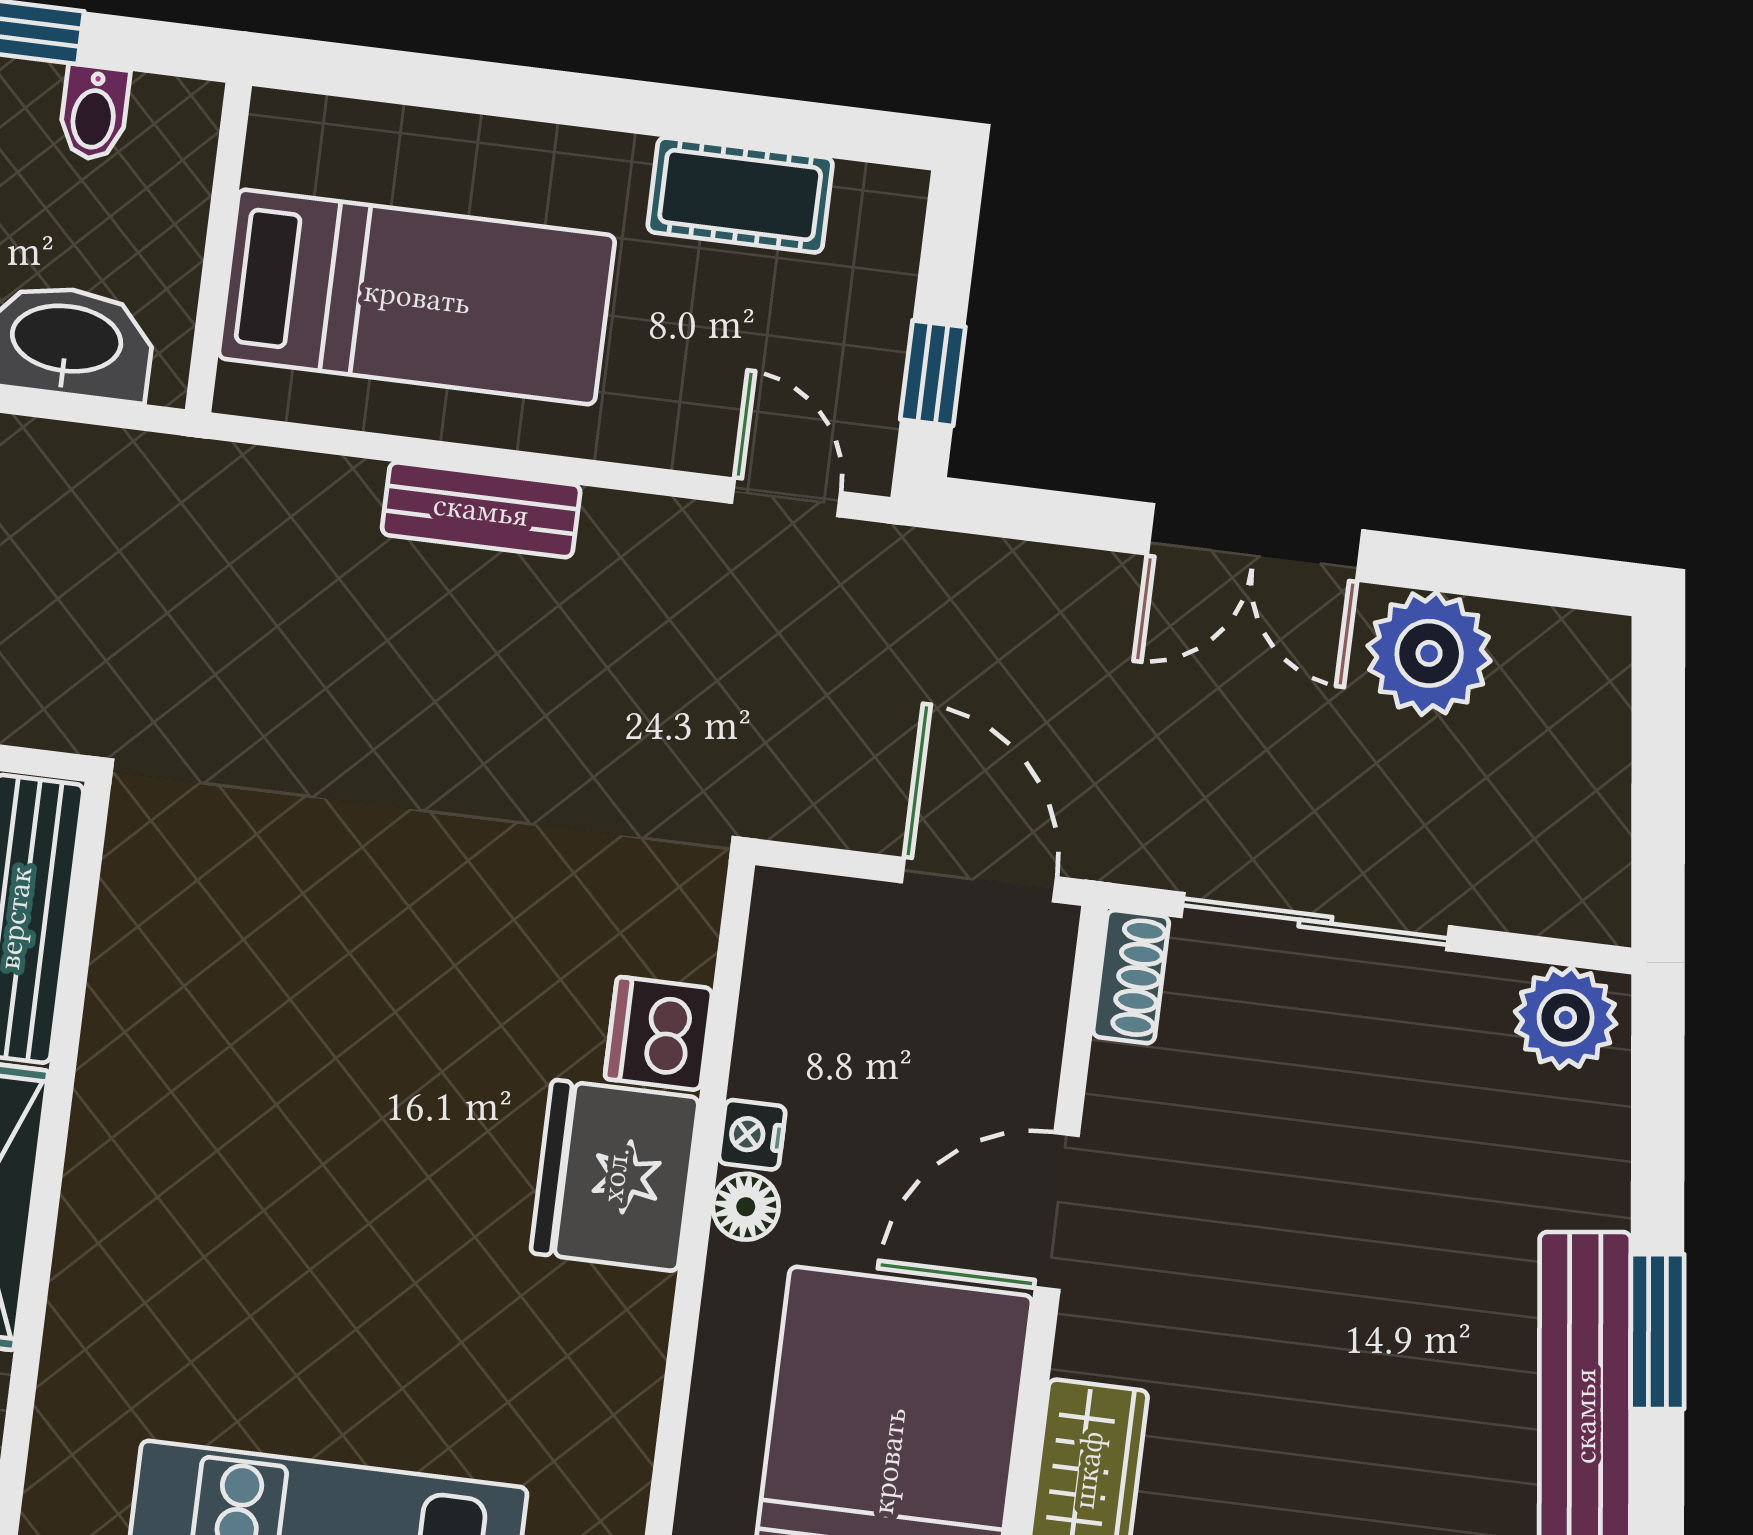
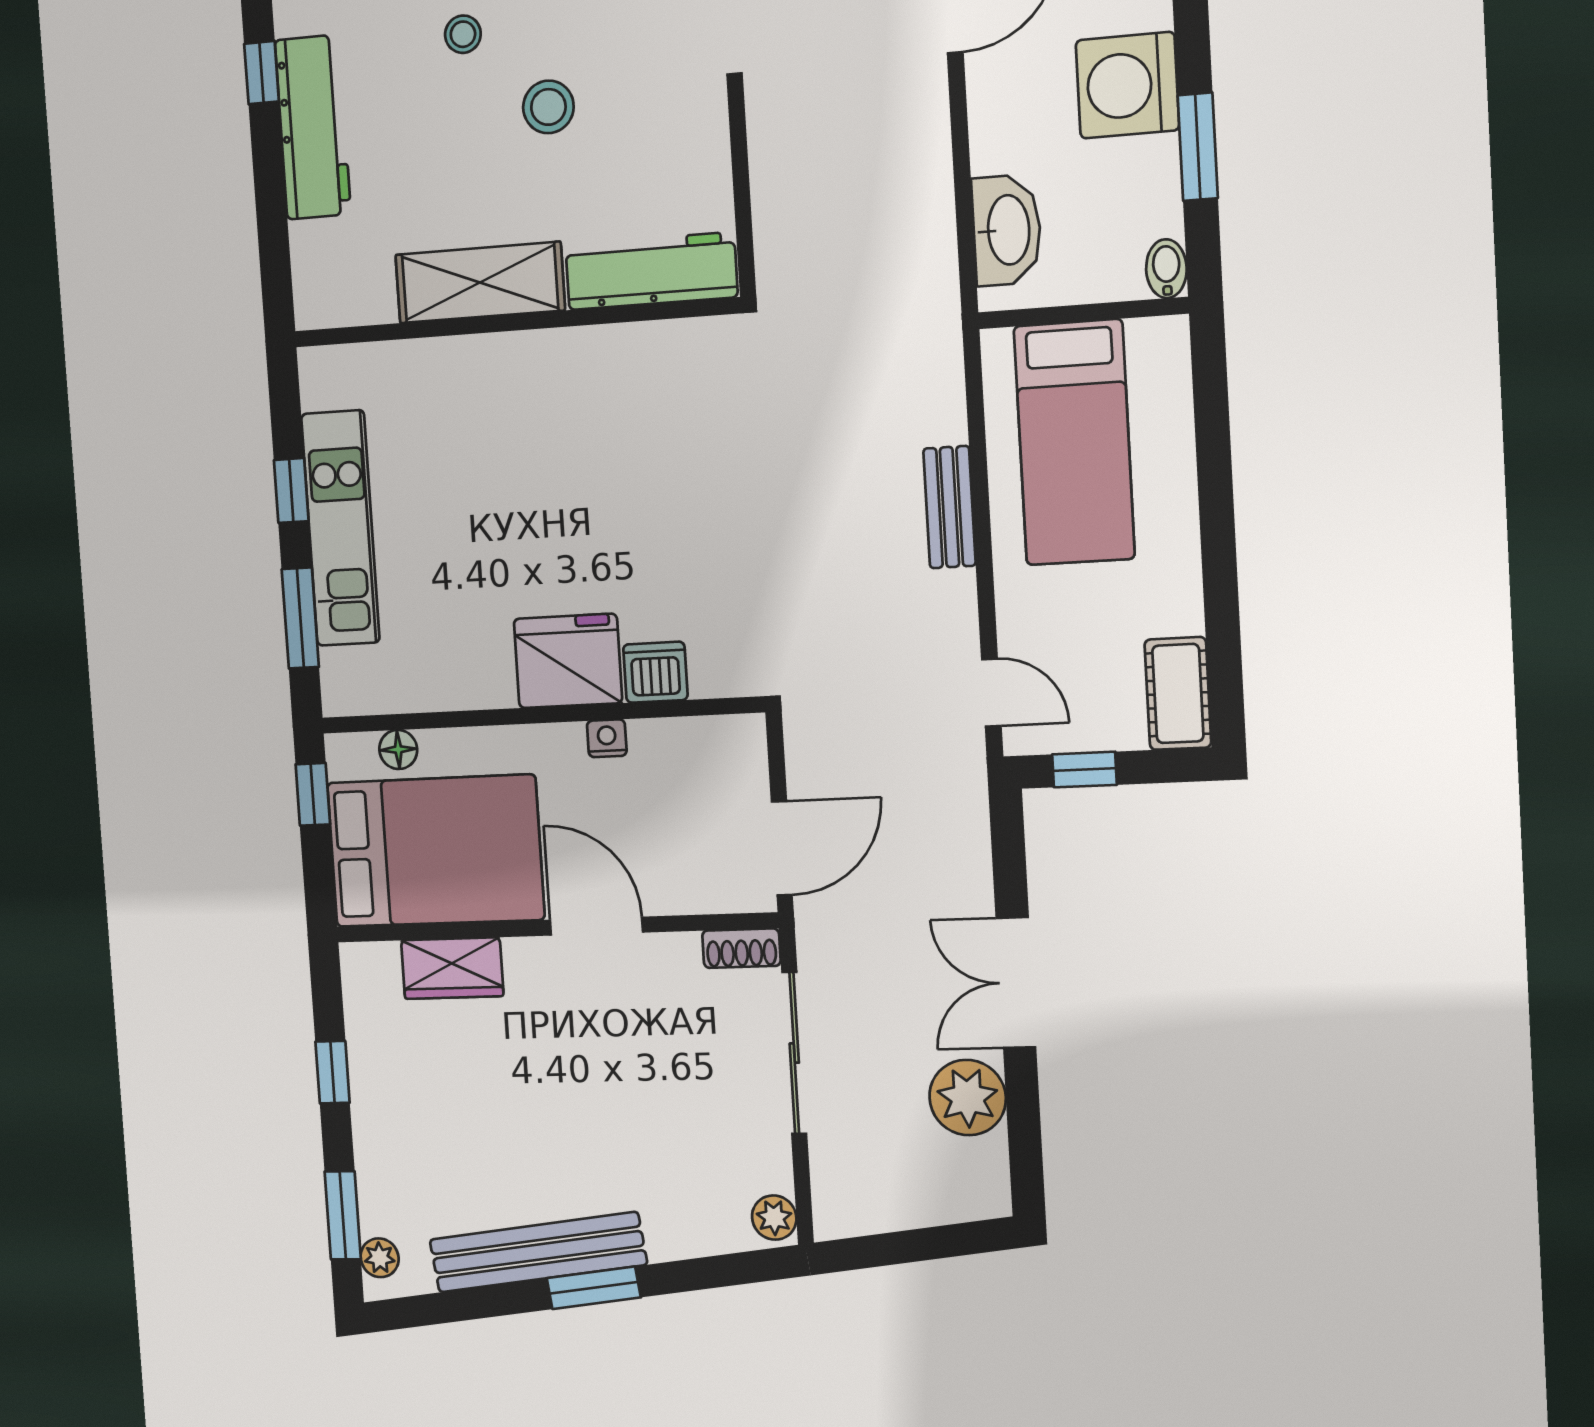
bidet: (94, 113) -> (1166, 269), moved, turned 90
cot: (740, 195) -> (1178, 693), moved
door: (786, 497) -> (991, 693), hinge flipped
plant: (1566, 1018) -> (774, 1218), width x0.73, depth x0.73
floor lamp: (746, 1207) -> (398, 749), moved

